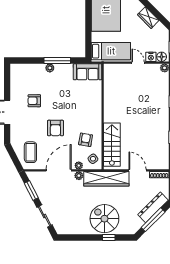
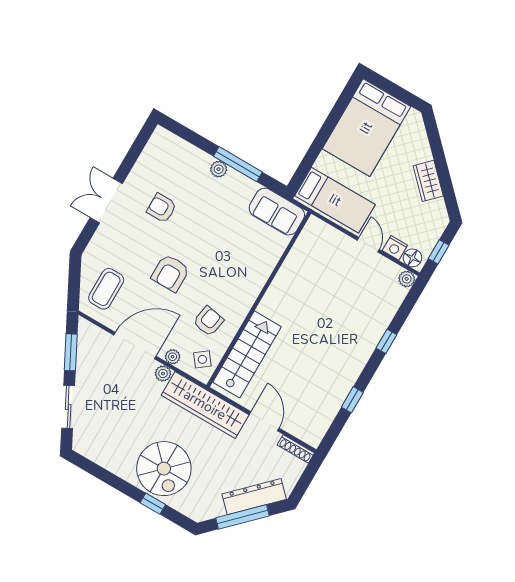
spiral stairs: (104, 219) -> (164, 469), turned 180

